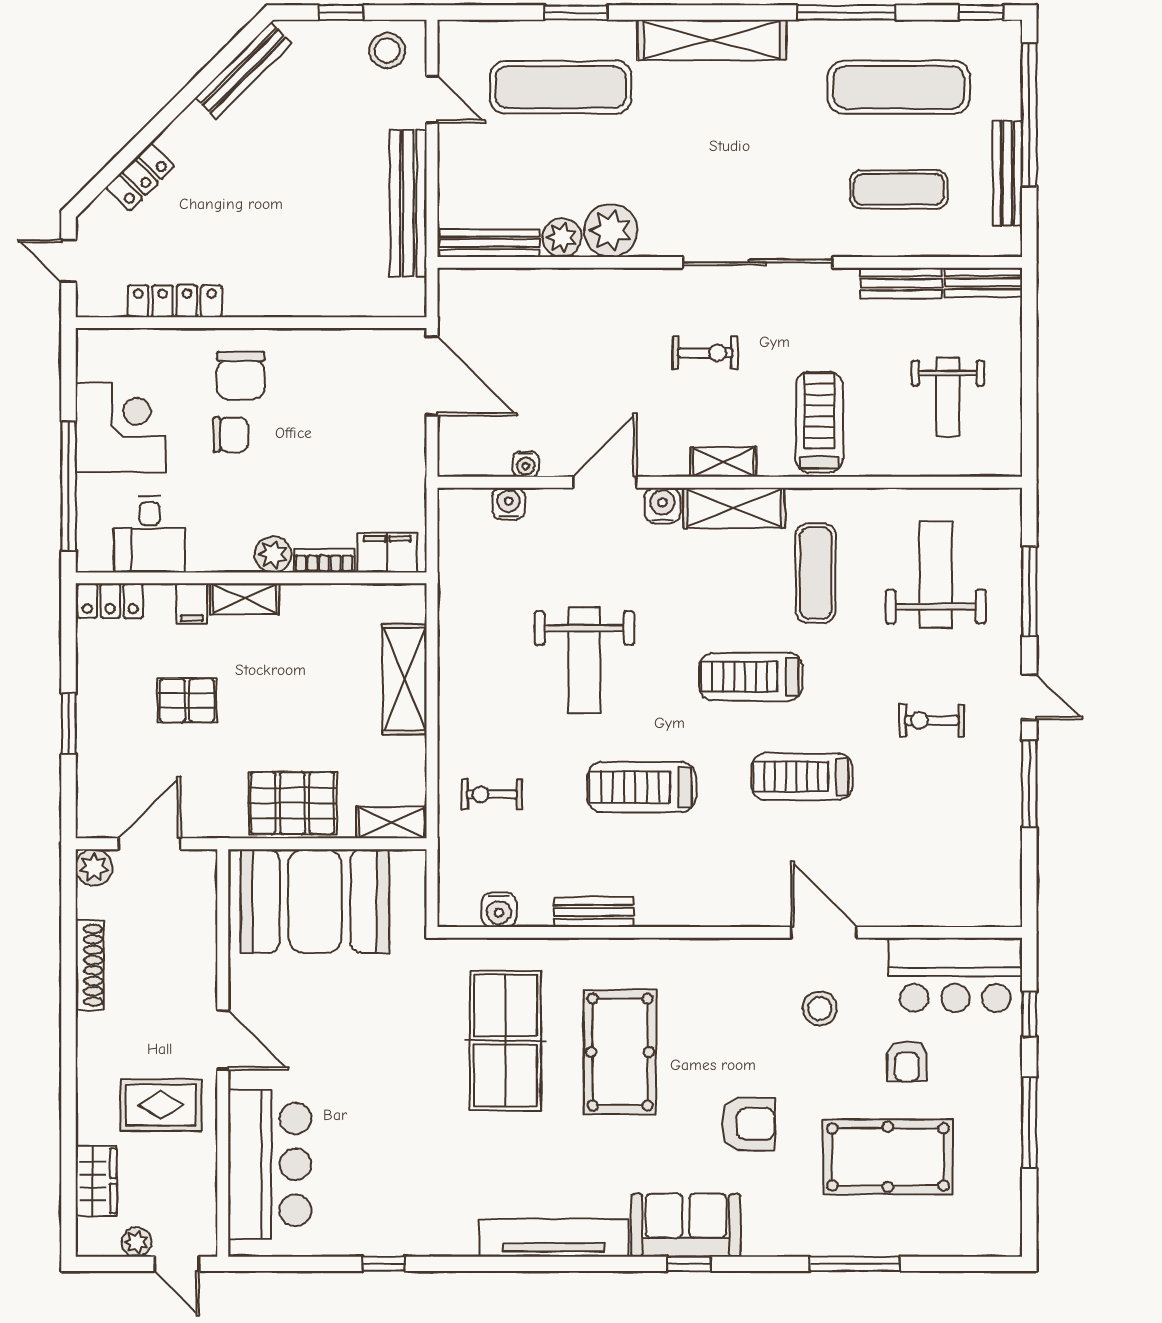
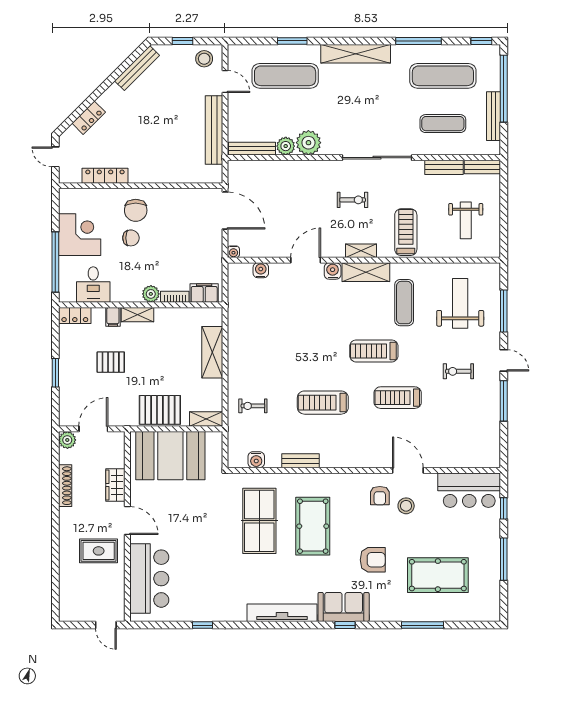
water cooler: (526, 464) -> (233, 252), moved
weight bench: (584, 660) -> (296, 343), removed
armchair: (907, 1061) -> (380, 496), moved
wardrobe: (96, 1181) -> (115, 485), moved, turned 180
plant: (137, 1242) -> (87, 615), removed

